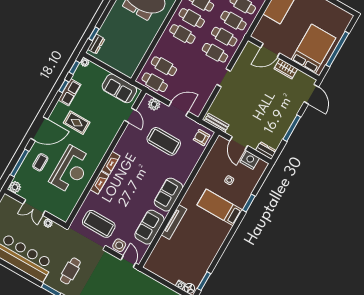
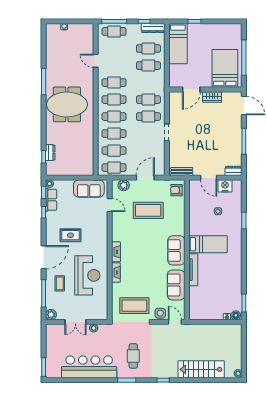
cafe table: (233, 21) -> (114, 134), moved
dresser: (96, 44) -> (50, 153), moved
row of seats: (70, 92) -> (51, 200), moved
bed: (220, 207) -> (208, 244), moved, turned 180

